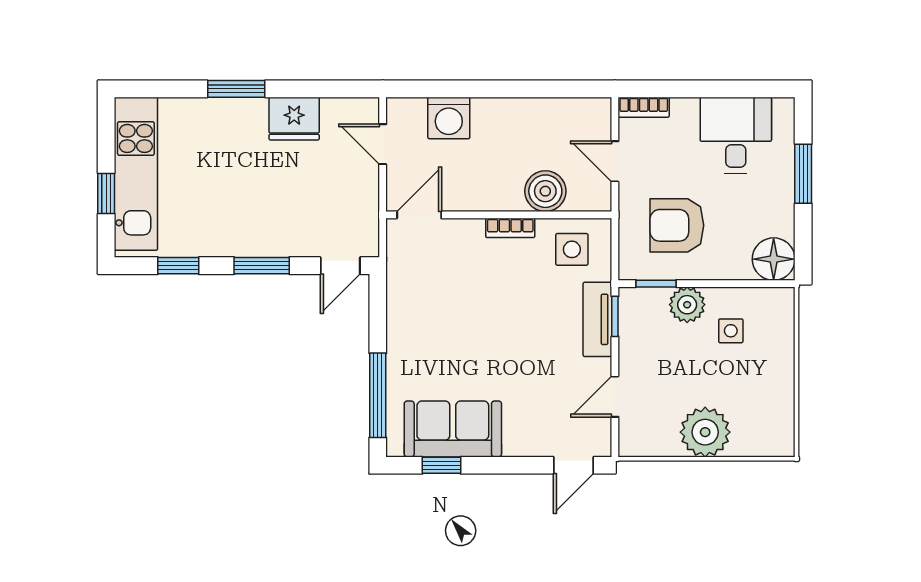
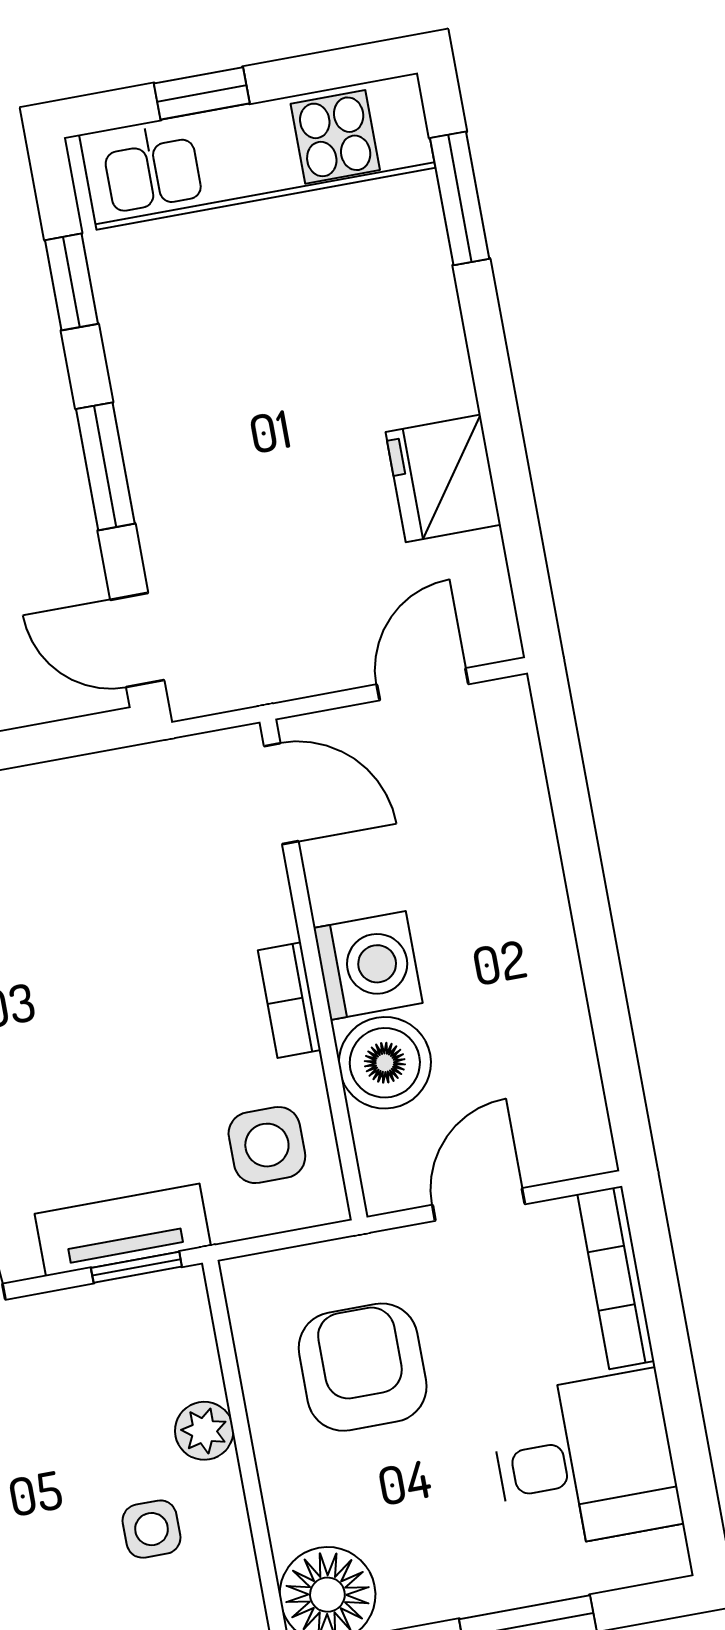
window: (236, 89) -> (460, 198), moved
bookcase: (644, 107) -> (616, 1278), width x1.56
washing machine: (449, 118) -> (368, 965), moved, turned 180
window: (656, 284) -> (225, 1345), removed
plant: (687, 305) -> (204, 1431), width x0.73, depth x0.73

